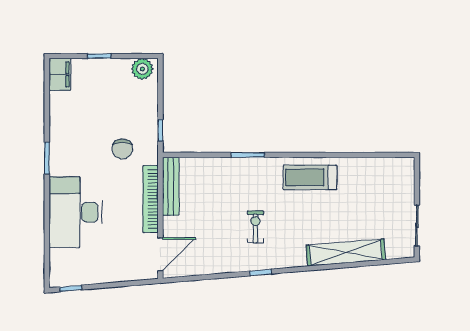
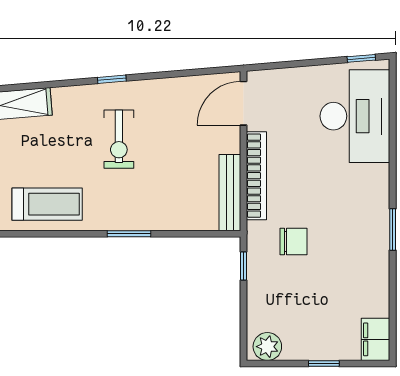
chair: (122, 149) -> (294, 241), turned 90
desk: (76, 212) -> (355, 116), moved
exercise bike: (255, 227) -> (119, 139), width x1.38, depth x1.39

